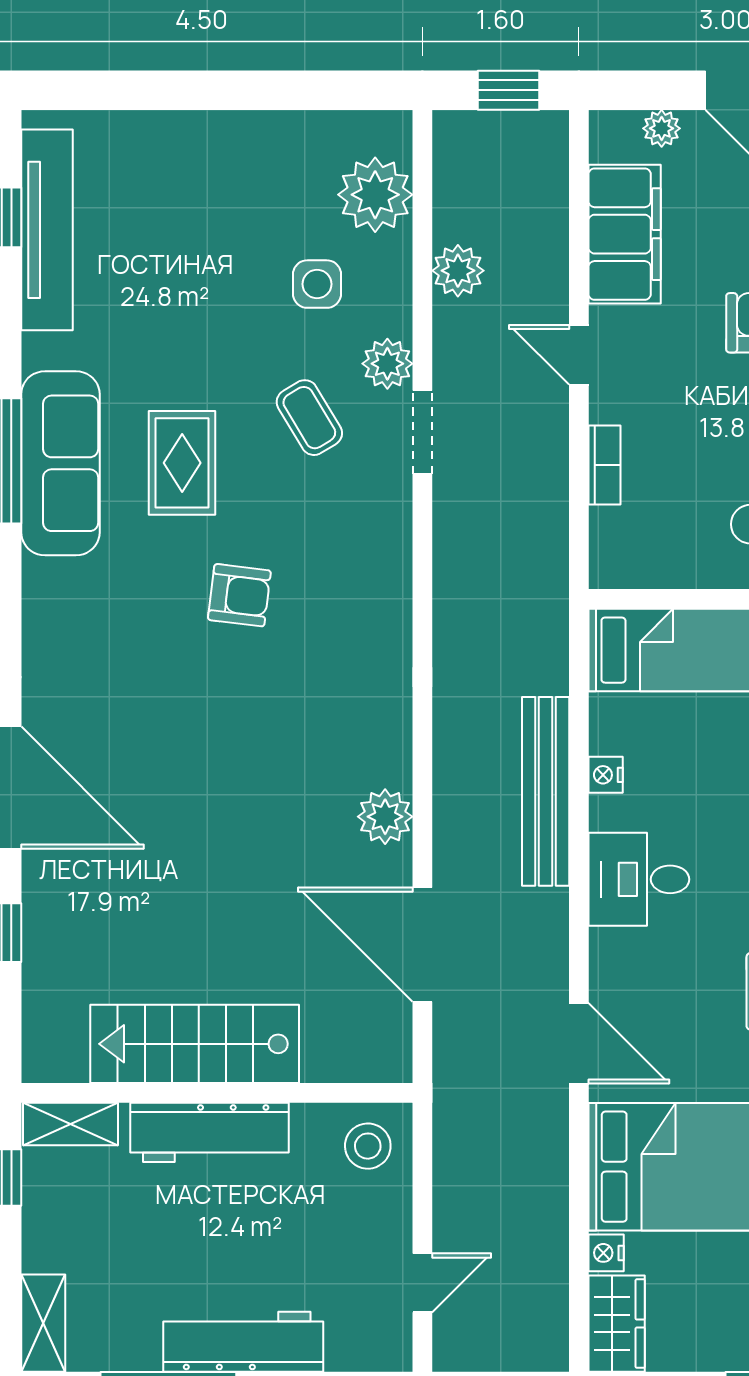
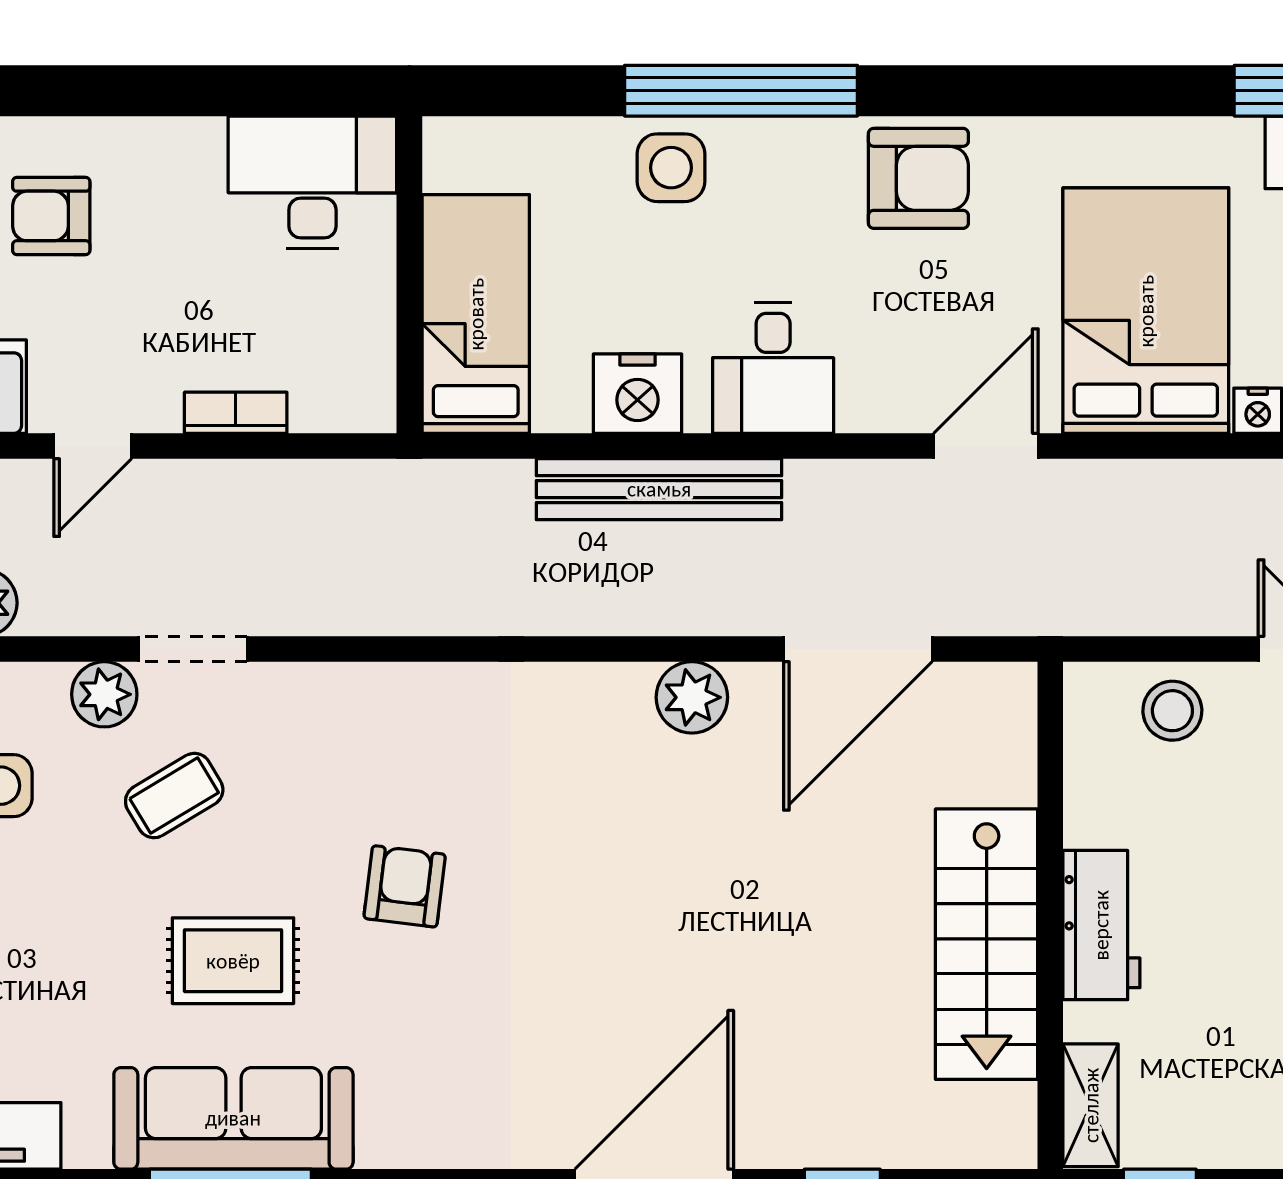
nightstand: (606, 775) -> (638, 394), width x1.89, depth x1.79
workbench: (209, 1132) -> (1101, 925), width x0.73
stool: (368, 1146) -> (1172, 711), moved

